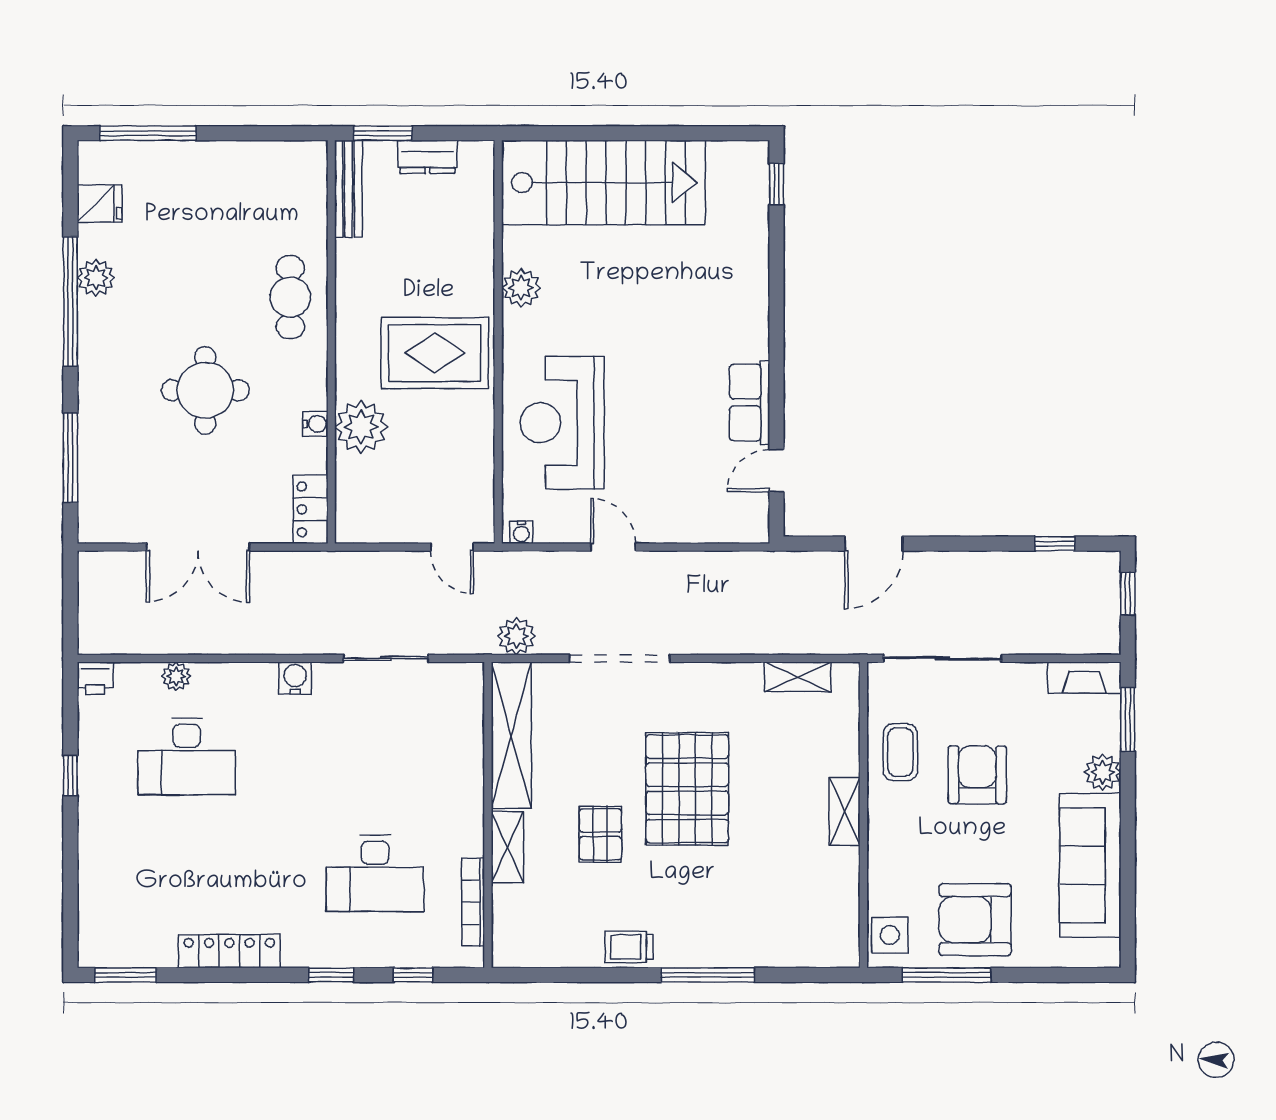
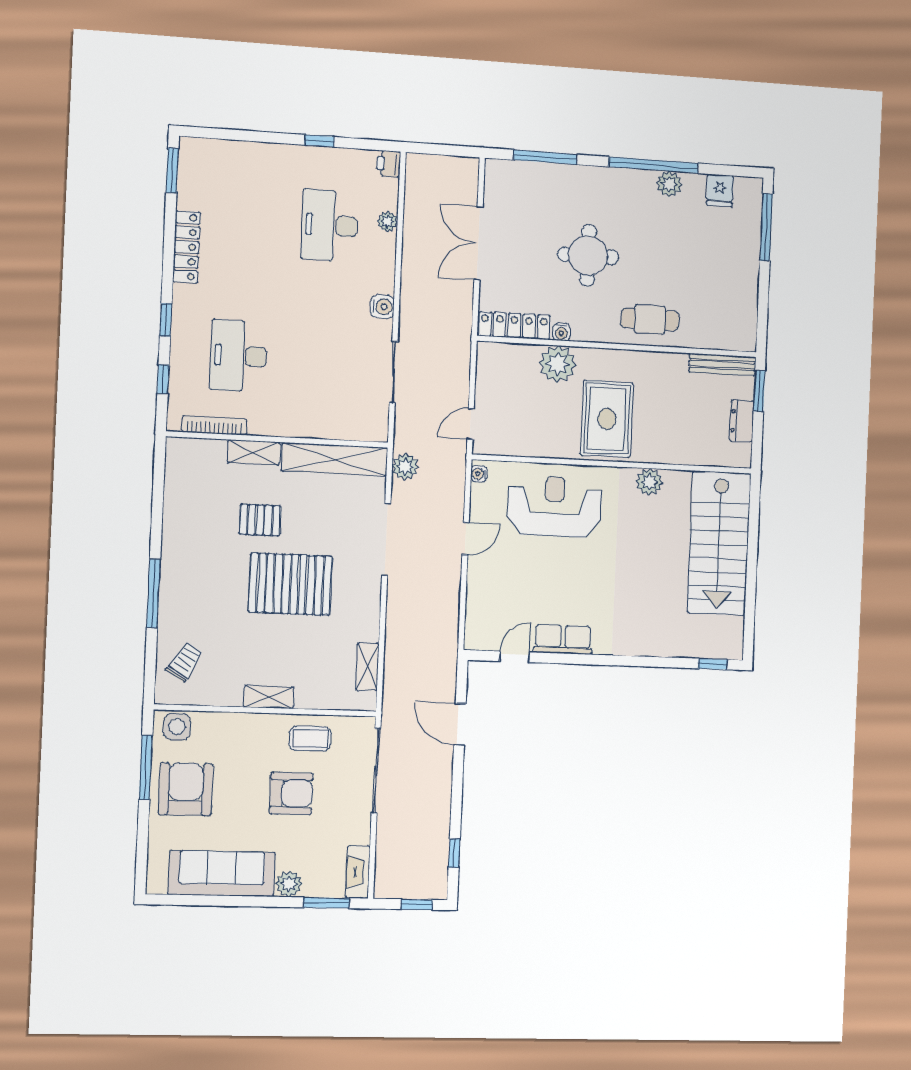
door: (776, 471) -> (514, 657), hinge flipped
locker: (310, 509) -> (514, 326), width x1.53
trolley: (629, 947) -> (185, 662), moved, turned 32

